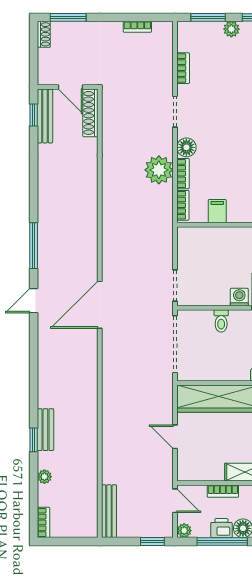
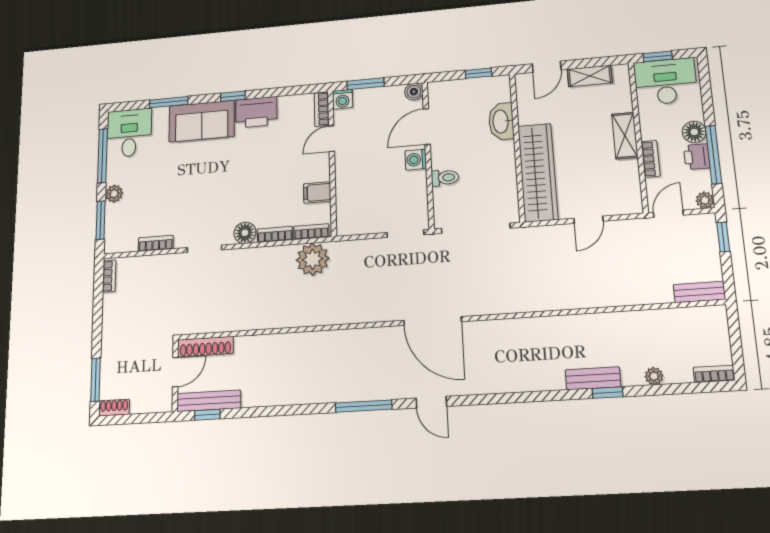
bookcase: (137, 27) -> (109, 276), moved
plant: (159, 170) -> (313, 259), moved
bench: (109, 511) -> (699, 292), width x0.73

